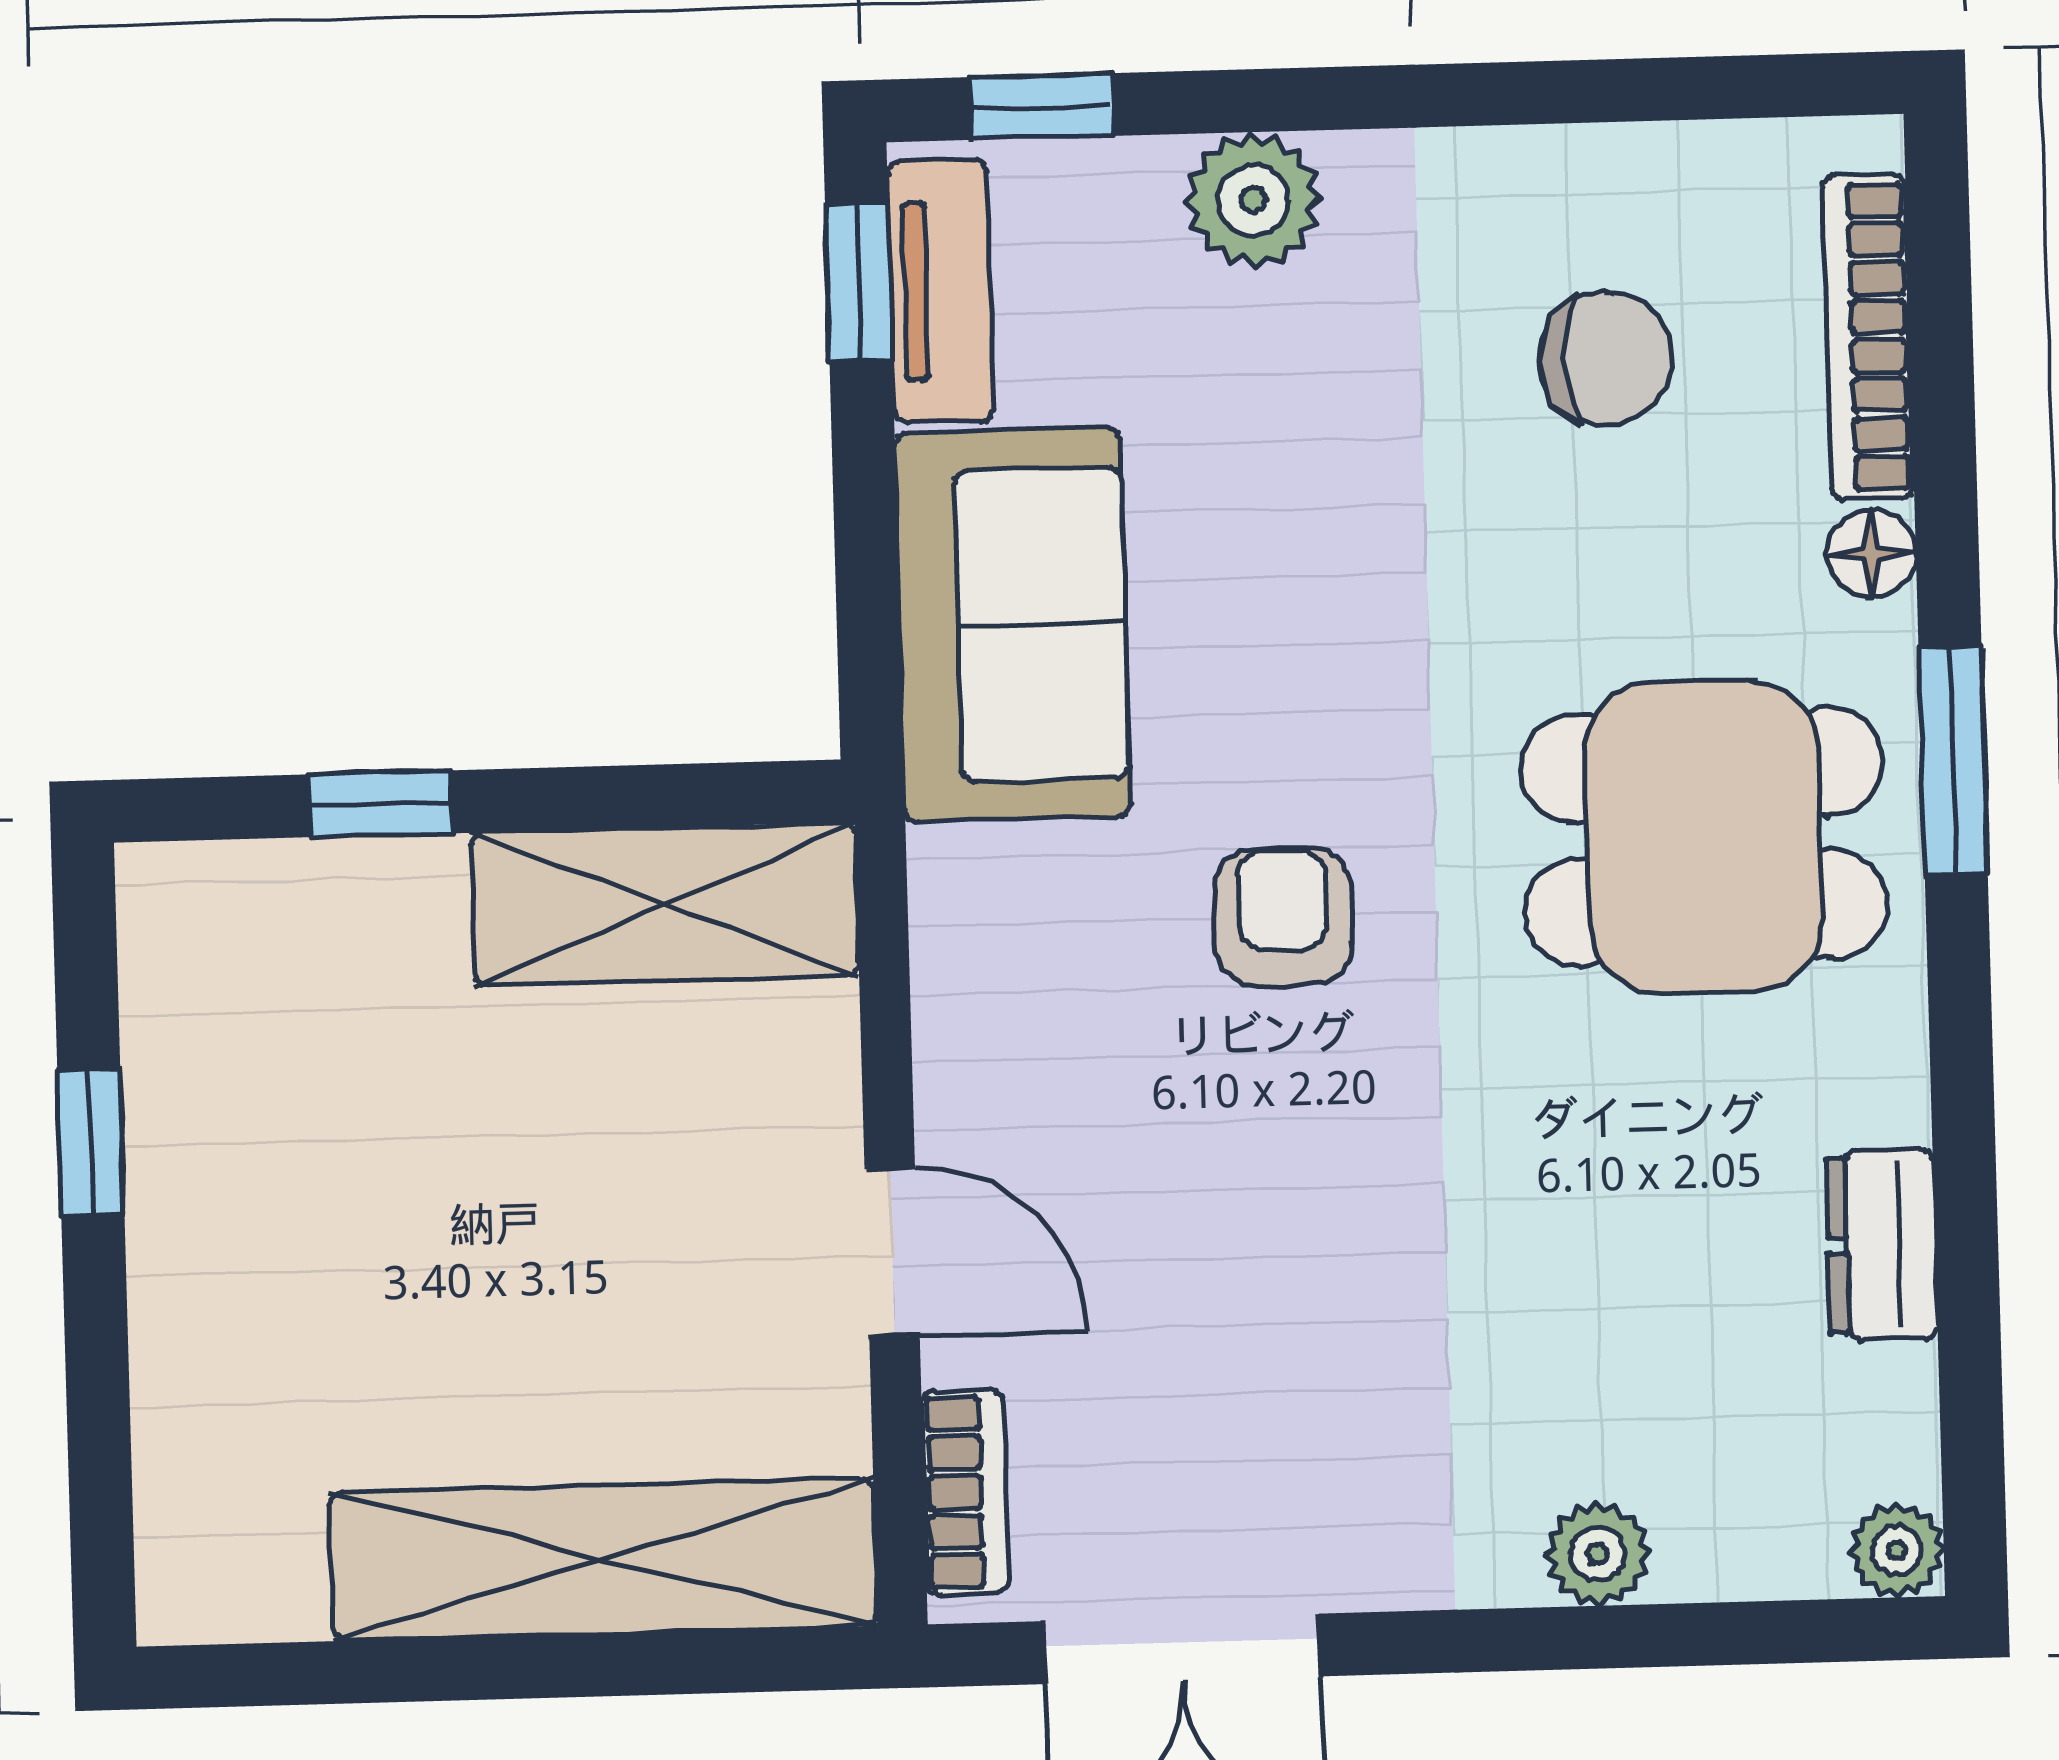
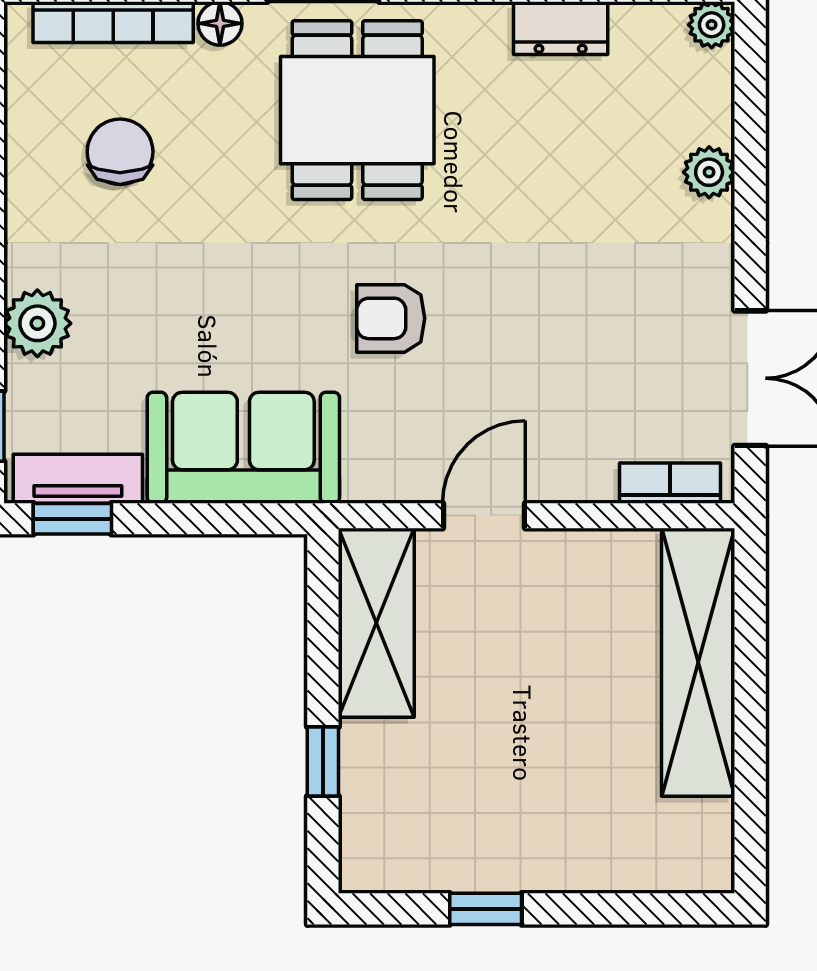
door: (892, 1253) -> (484, 516), moved

